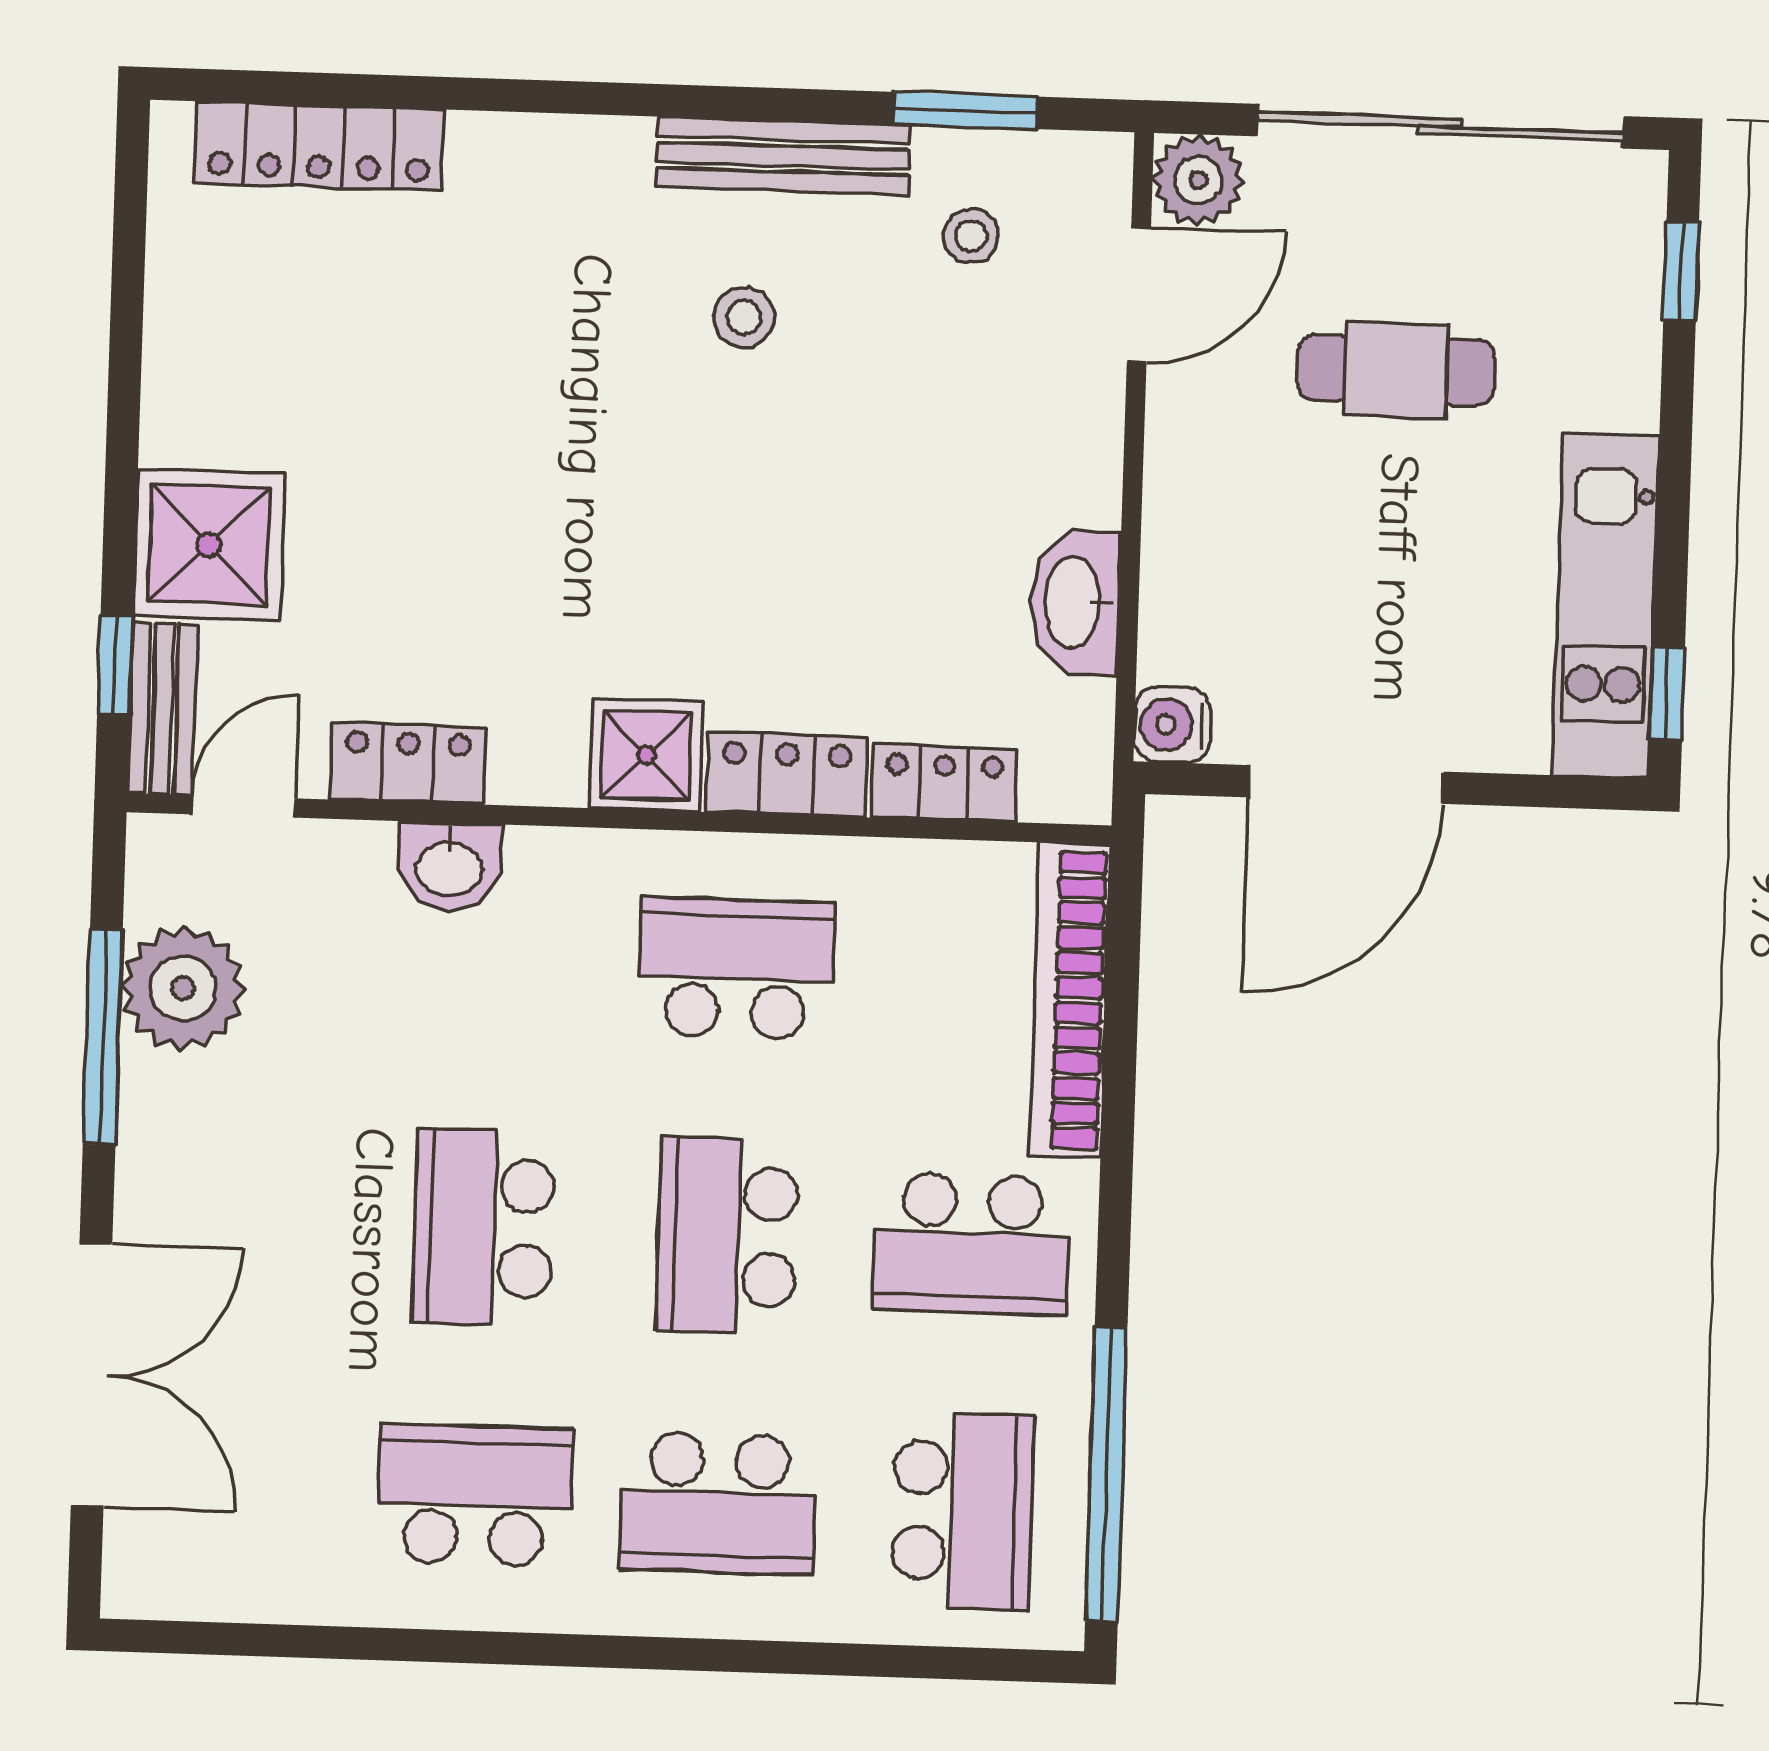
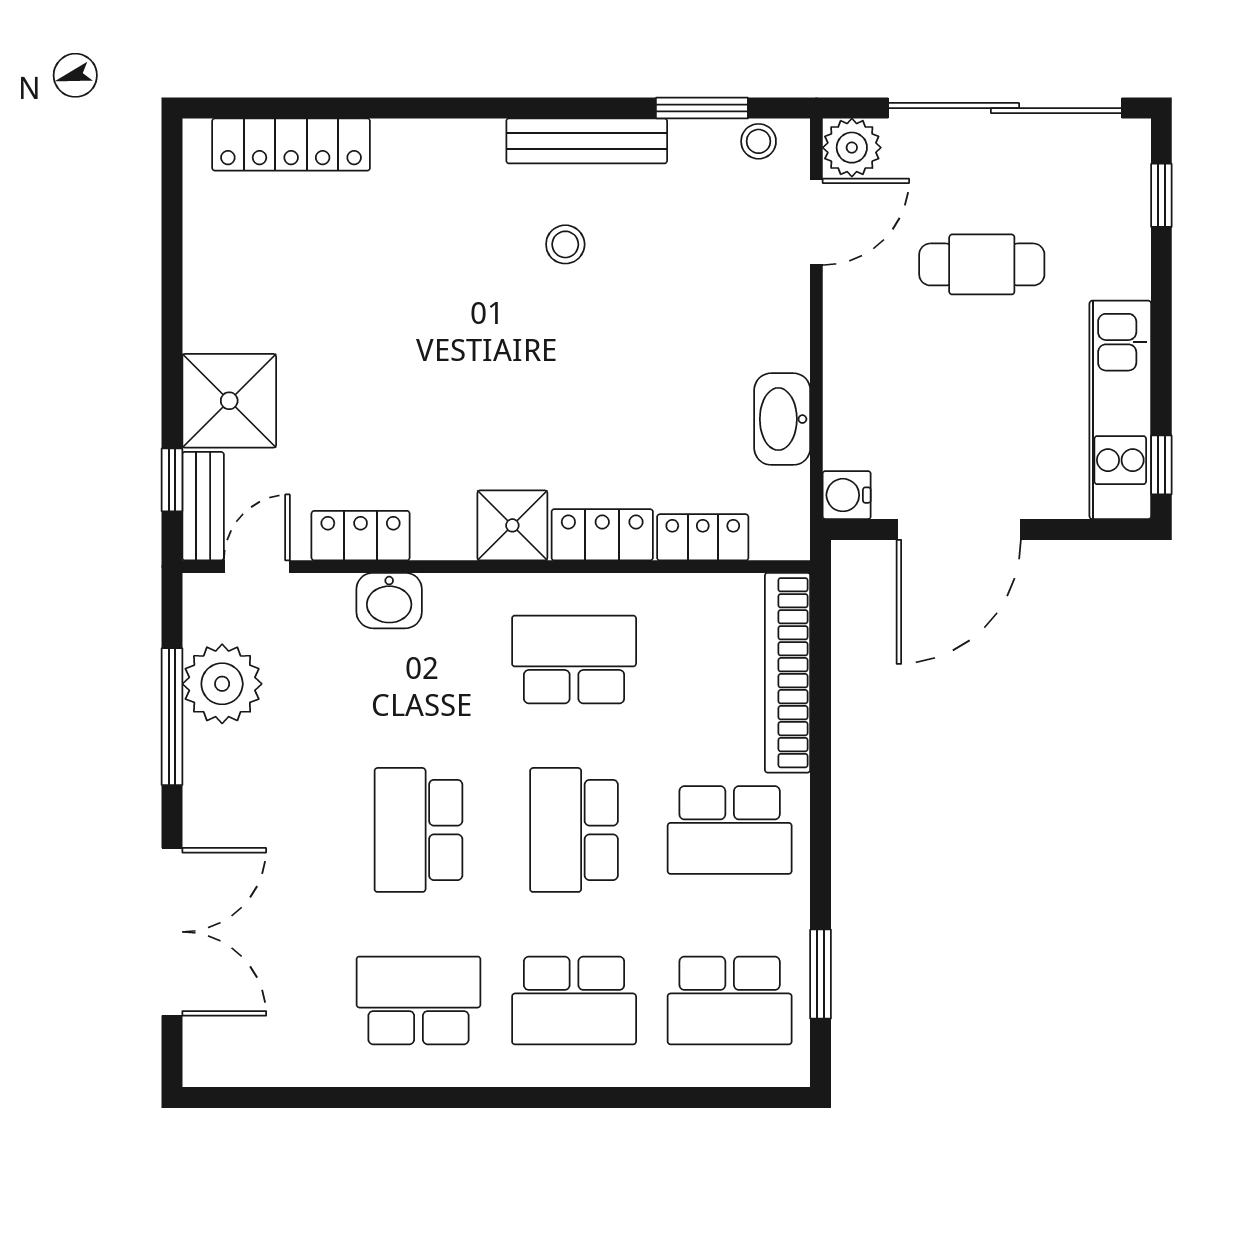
stool: (971, 236) -> (759, 141), moved
window: (1106, 1474) -> (821, 974), width x0.47
school desk: (962, 1511) -> (730, 1000), turned 90

